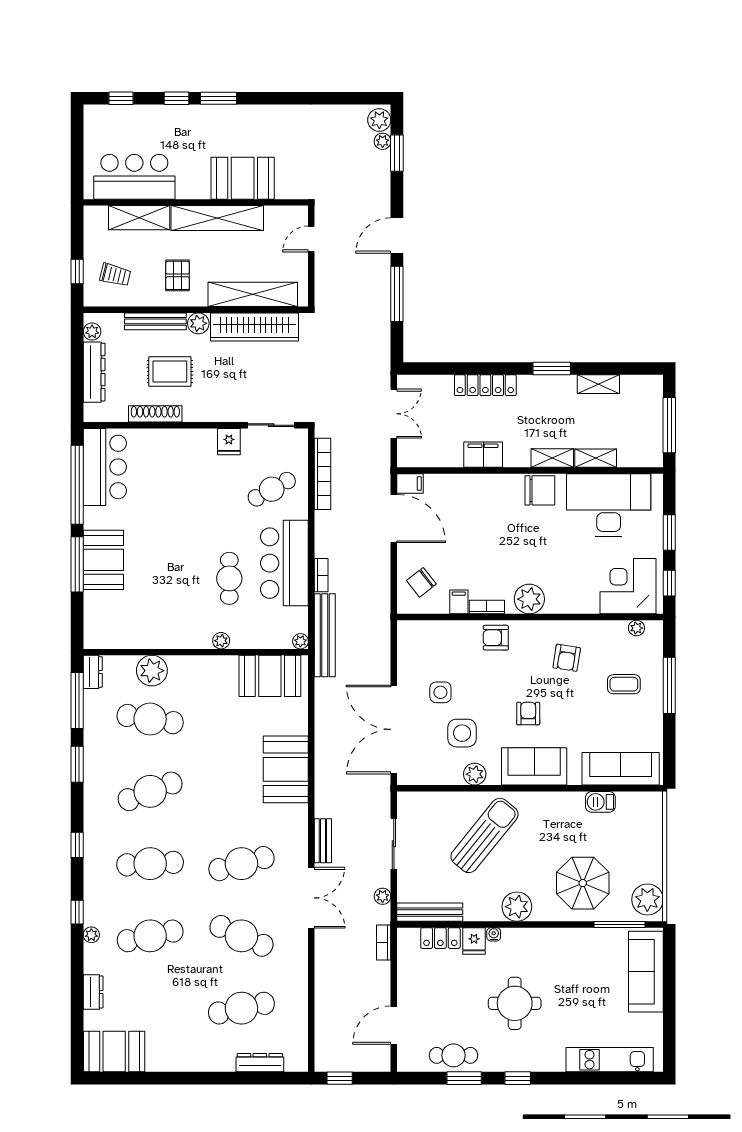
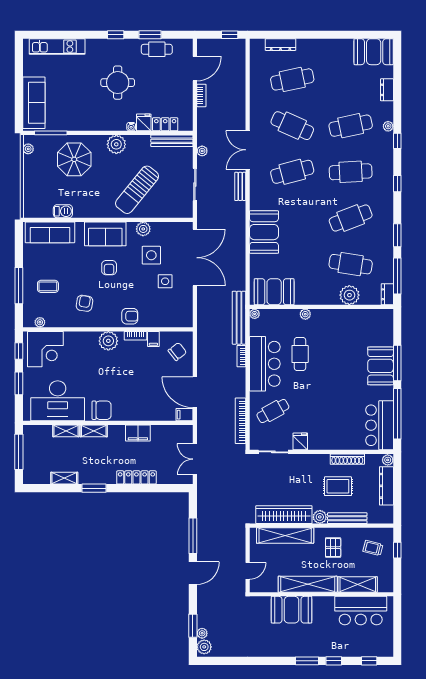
plant: (92, 332) -> (388, 460), moved
chair: (540, 490) -> (102, 410), turned 180
plant: (647, 900) -> (28, 149), width x0.53, depth x0.53
bookcase: (384, 943) -> (201, 95), moved

